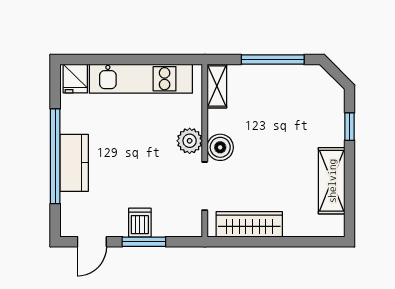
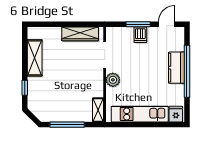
boiler: (220, 147) -> (96, 76), removed

